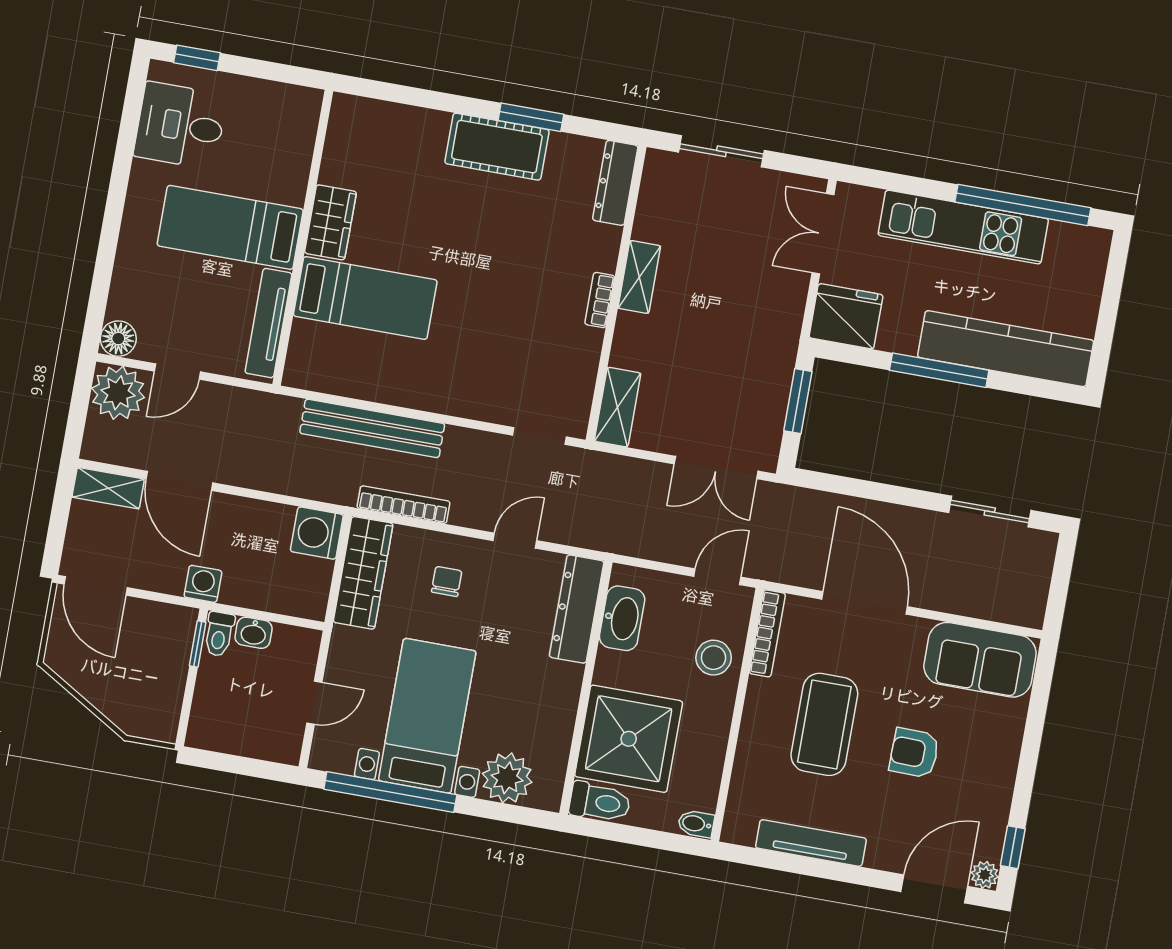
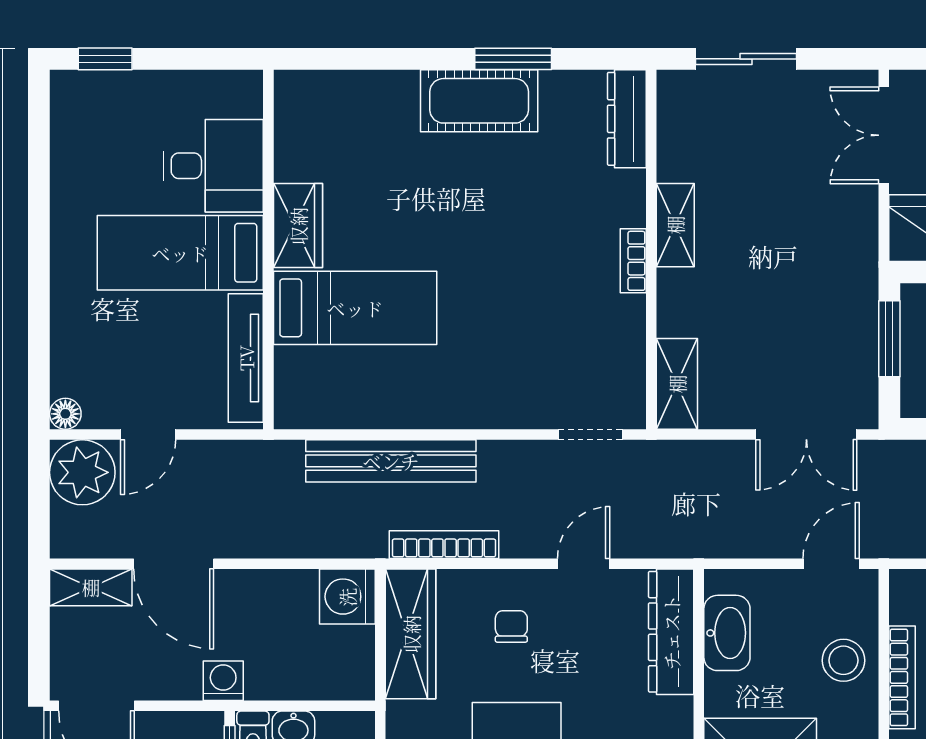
desk: (180, 126) -> (213, 166), moved, turned 180
floor lamp: (118, 339) -> (65, 414), width x0.73, depth x0.73
bookcase: (767, 633) -> (902, 677), moved

